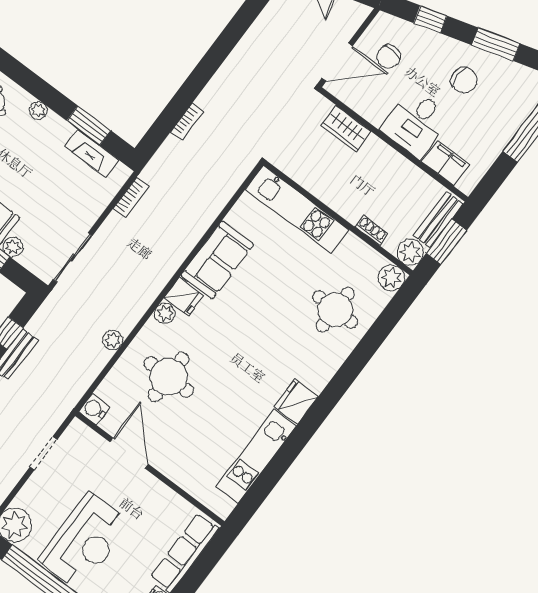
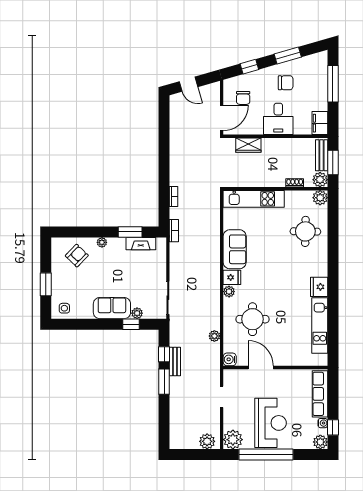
filing cabinet: (446, 163) -> (320, 123), moved, turned -90
bookcase: (131, 198) -> (174, 231), moved
plant: (113, 340) -> (214, 336), moved

